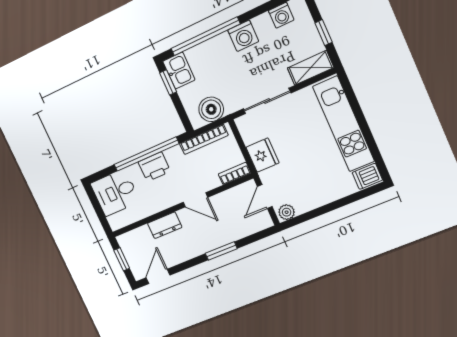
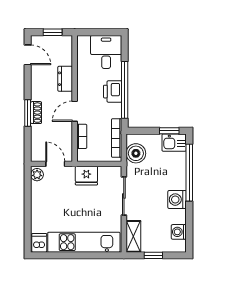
bookcase: (235, 173) -> (82, 136), moved
shoe rack: (216, 242) -> (36, 113), added

